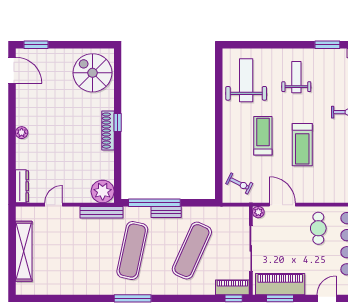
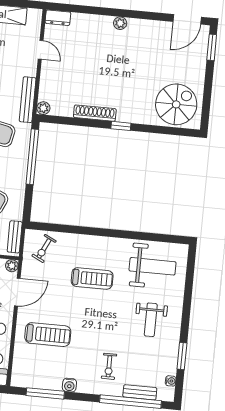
weight bench: (296, 77) -> (151, 320), turned 90
shoe rack: (108, 131) -> (95, 113), moved
treadmill: (302, 145) -> (48, 335), moved, turned 180
dresser: (22, 186) -> (58, 18), width x0.70
plant: (103, 191) -> (43, 108), width x0.53, depth x0.53
bench: (166, 212) -> (15, 237), moved

